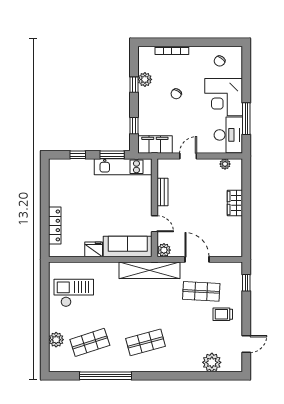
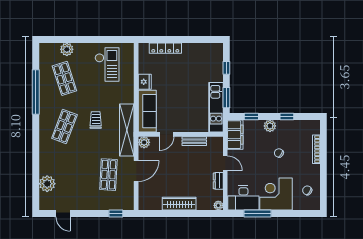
plant: (145, 79) -> (270, 126), moved
dresser: (209, 164) -> (218, 181), added
plant: (225, 164) -> (218, 205), moved
wardrobe: (235, 203) -> (179, 204), width x1.50
trolley: (223, 314) -> (96, 120), moved
shop shelf: (146, 342) -> (64, 126), turned 36

